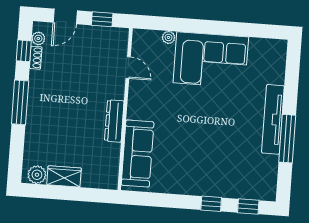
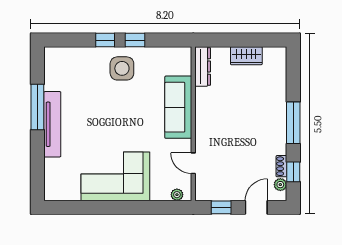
plant: (169, 37) -> (177, 195), moved
dresser: (114, 121) -> (203, 66), moved
sofa: (138, 154) -> (178, 107), moved
side table: (196, 173) -> (122, 68), added
plant: (37, 175) -> (272, 55), removed
window: (248, 206) -> (135, 40), moved

